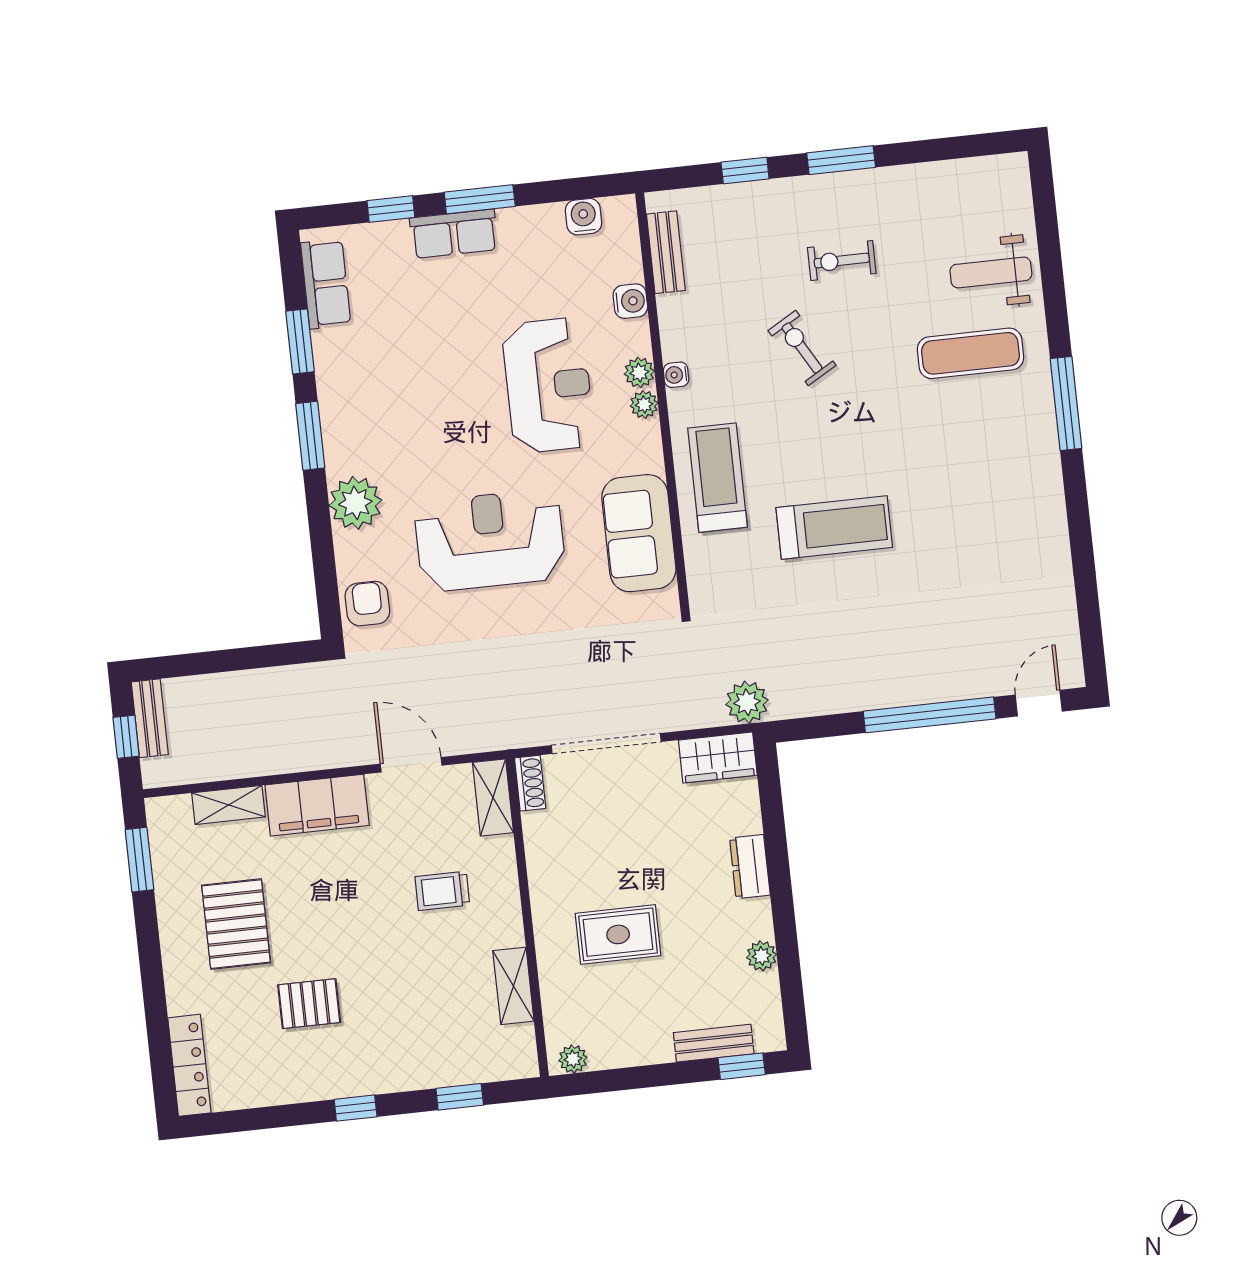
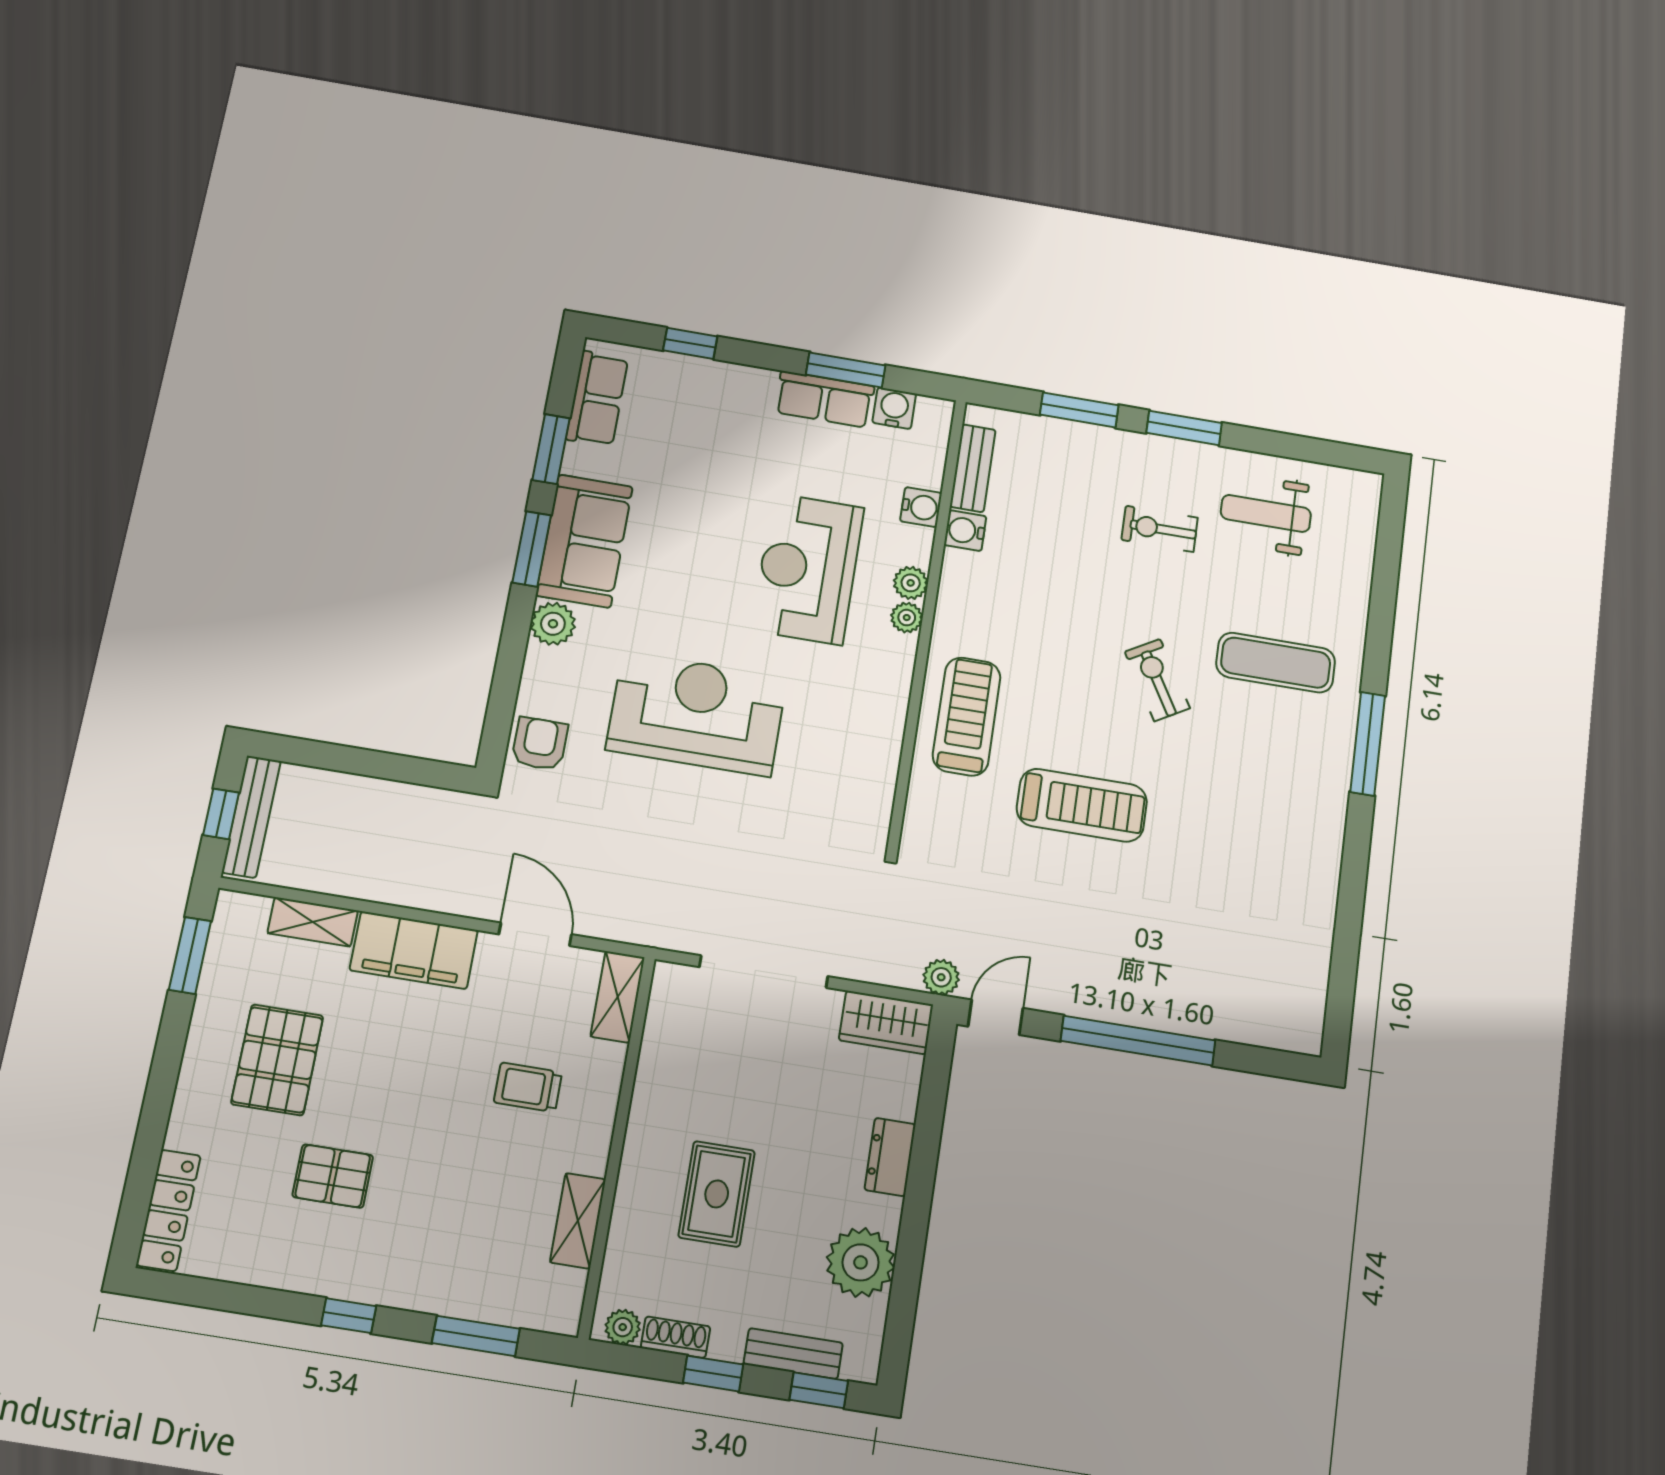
window: (745, 171) -> (1079, 410), width x1.50
window: (480, 199) -> (846, 370), moved
row of seats: (454, 234) -> (825, 399), moved
weight bench: (991, 272) -> (1266, 513), moved
exercise bike: (802, 348) -> (1157, 680), moved
water cooler: (676, 375) -> (965, 531), moved, width x1.38, depth x1.38
reception desk: (548, 385) -> (808, 569), turned 180
plant: (355, 503) -> (553, 624), width x0.73, depth x0.73
sofa: (639, 533) -> (584, 541), moved, turned 180
plant: (747, 702) -> (941, 977), width x0.73, depth x0.73
door: (1039, 703) -> (995, 1017), moved
bench: (150, 718) -> (251, 817), width x1.36
shoe rack: (530, 783) -> (676, 1337), moved, turned -90
rug: (618, 934) -> (717, 1194), turned 90
plant: (762, 956) -> (861, 1262), width x1.88, depth x1.88
window: (654, 1076) -> (713, 1374), added
window: (460, 1097) -> (476, 1336), width x1.50

